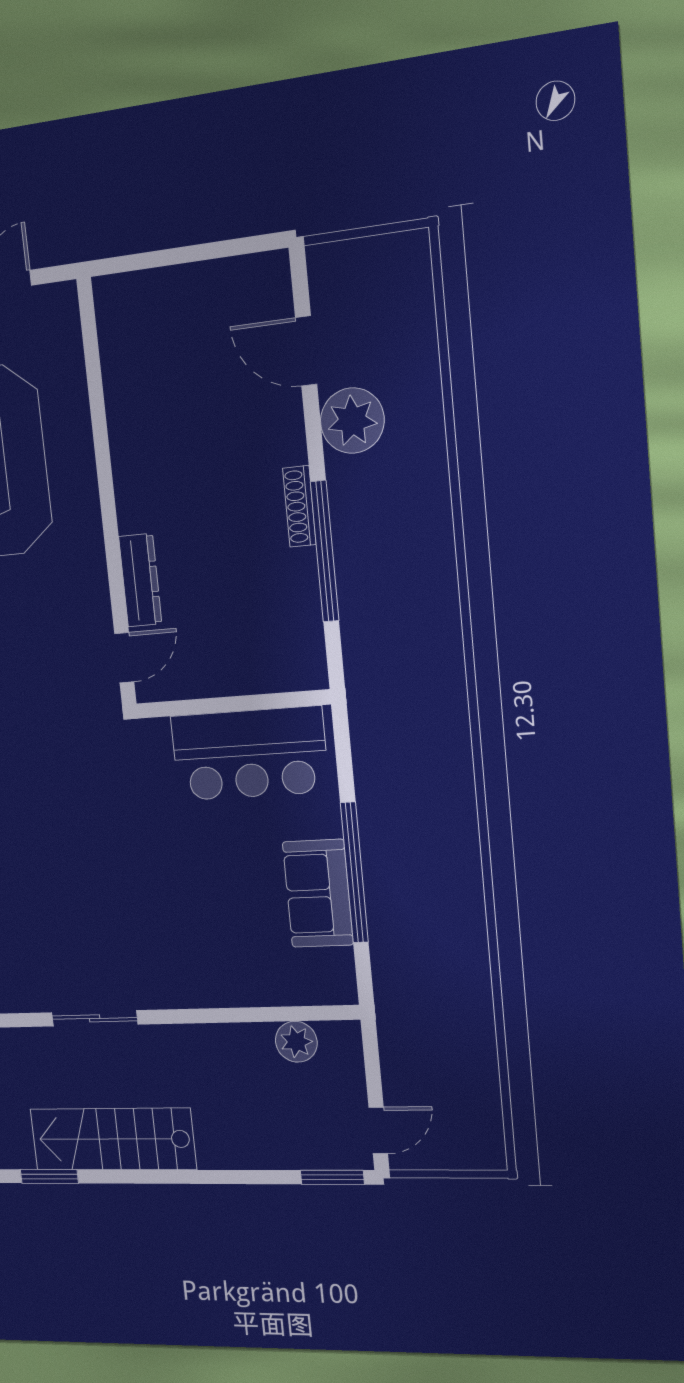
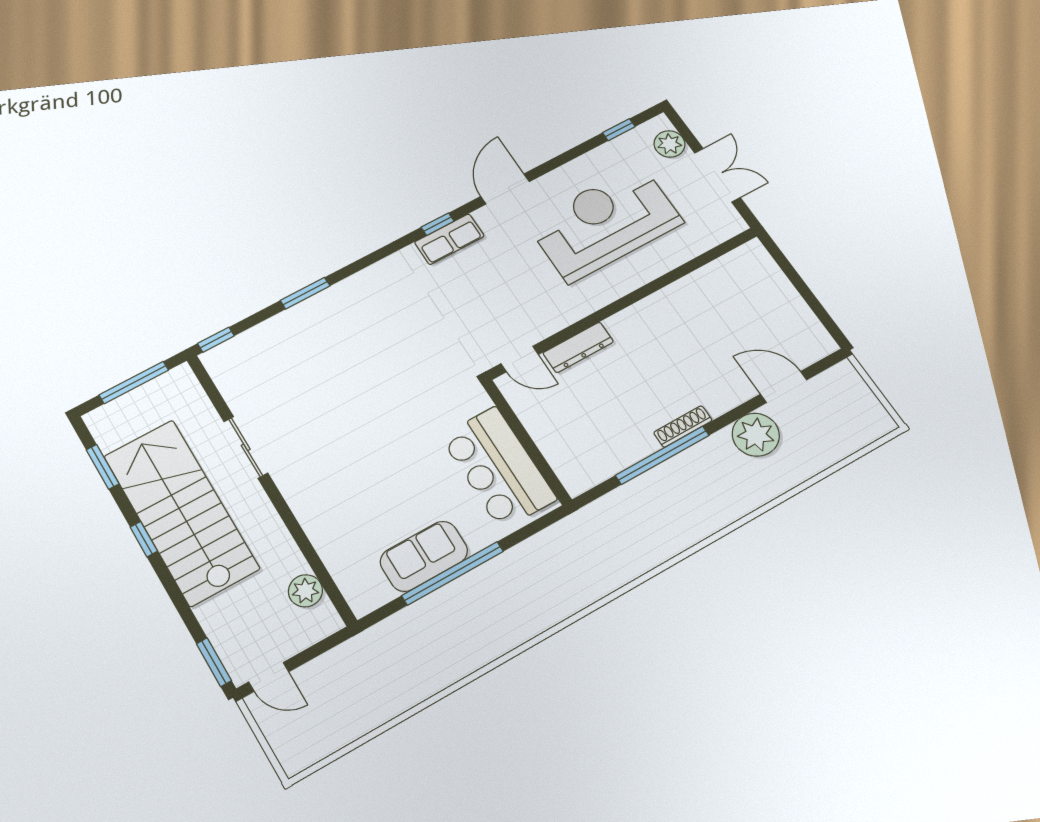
door: (306, 351) -> (784, 387), hinge flipped
stairs: (113, 1139) -> (181, 512), width x1.36, depth x1.51
window: (154, 1177) -> (144, 539), added

